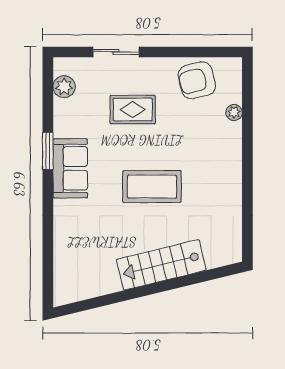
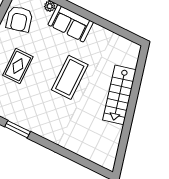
sofa: (70, 168) -> (71, 23), moved, turned 180

